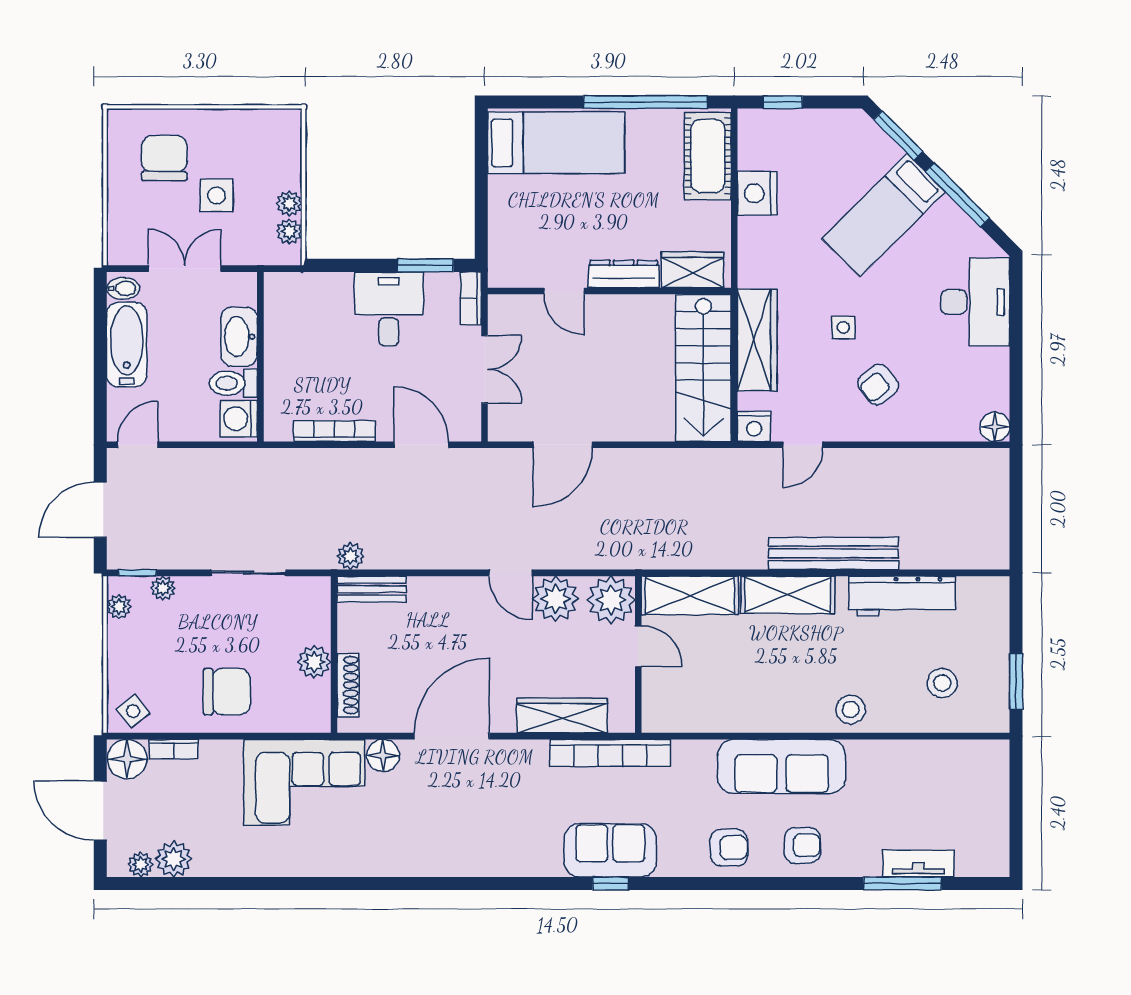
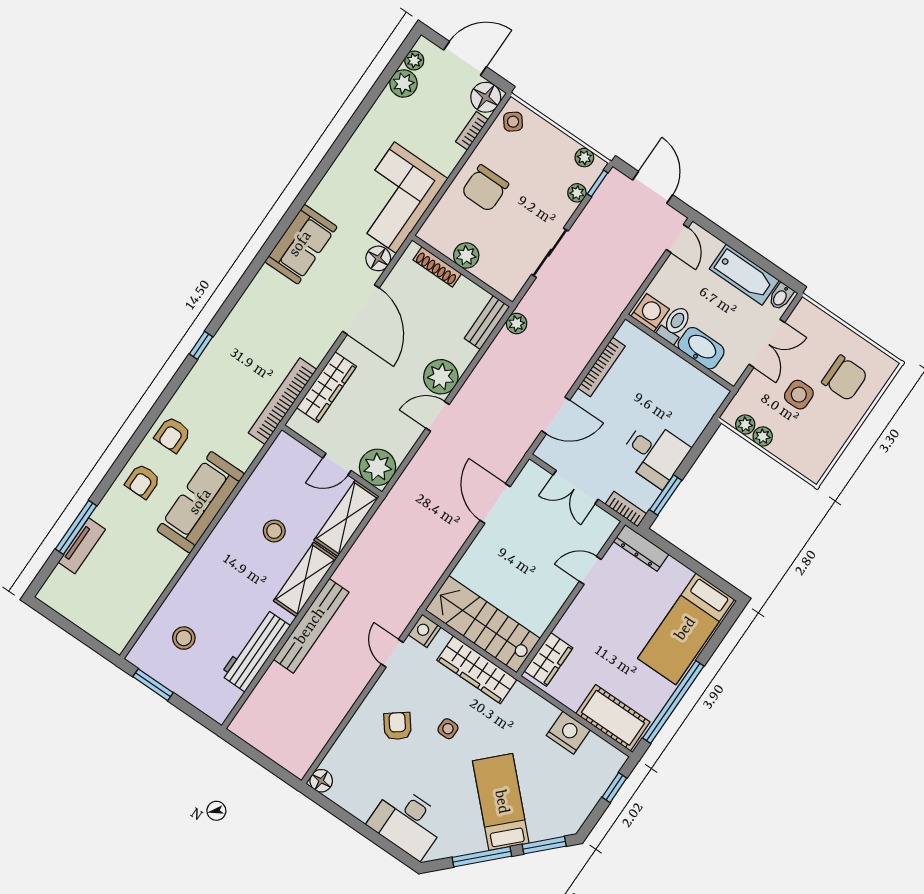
dresser: (624, 274) -> (641, 548), moved, turned 90
plant: (556, 599) -> (441, 377), moved
stool: (851, 710) -> (274, 531), moved
sofa: (610, 850) -> (301, 244), moved

